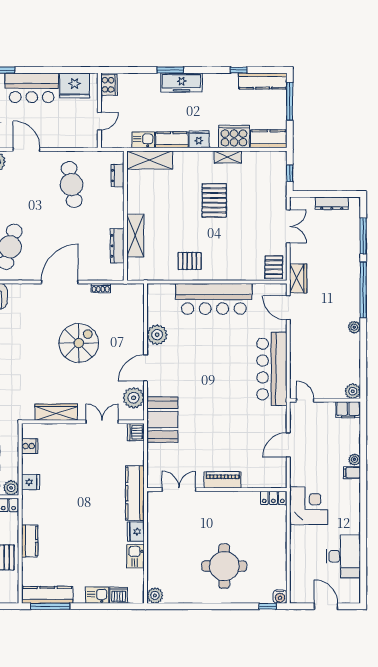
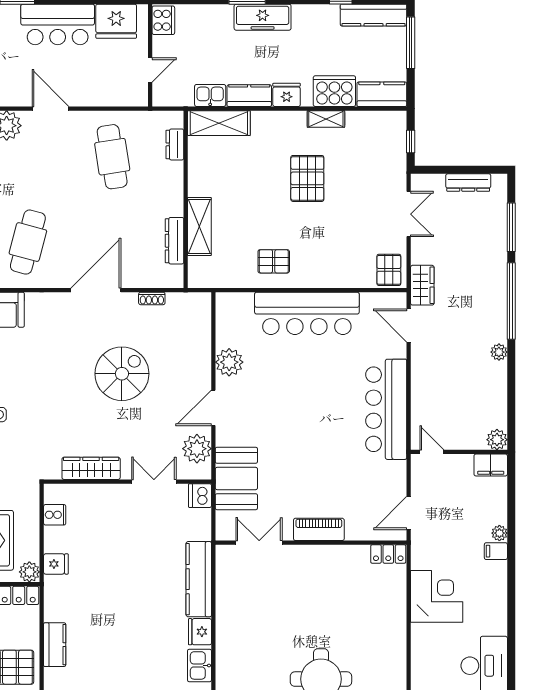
piano: (223, 480) -> (319, 529), moved
double door: (179, 490) -> (259, 543), moved
wall: (217, 490) -> (311, 543), moved
locker: (273, 498) -> (388, 554), moved

